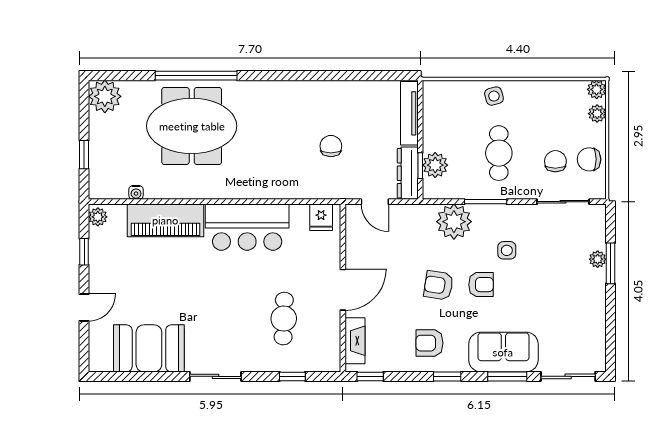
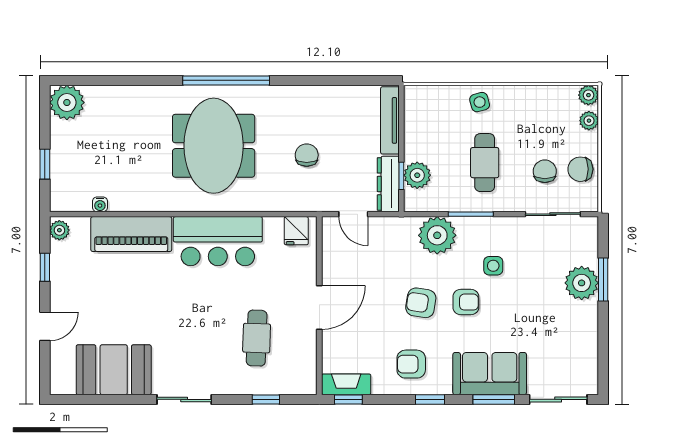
window: (196, 76) -> (226, 80), moved
meeting table: (192, 126) -> (214, 146), moved, turned 90
plant: (598, 259) -> (582, 283), width x1.88, depth x1.88
fireplace: (355, 341) -> (346, 384), moved, turned -90

